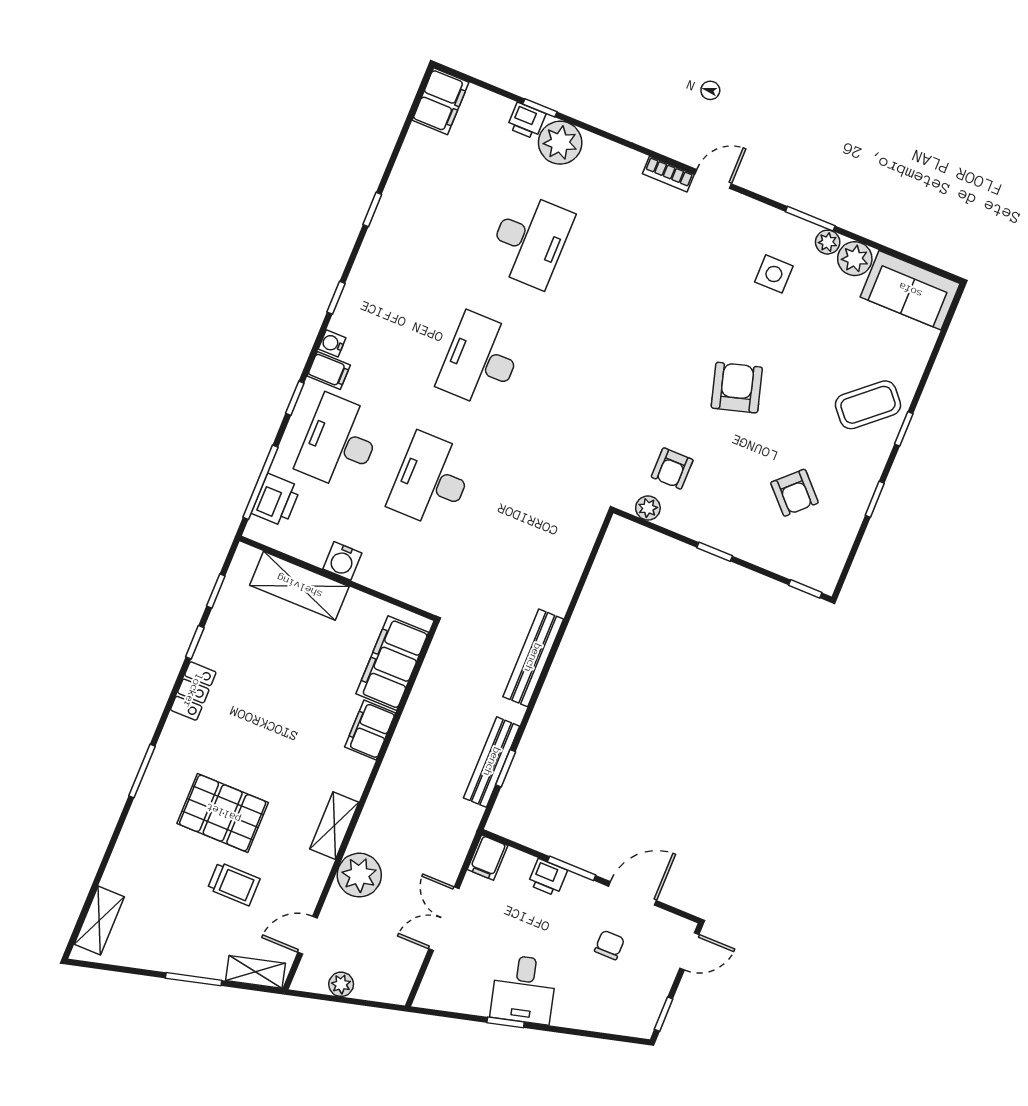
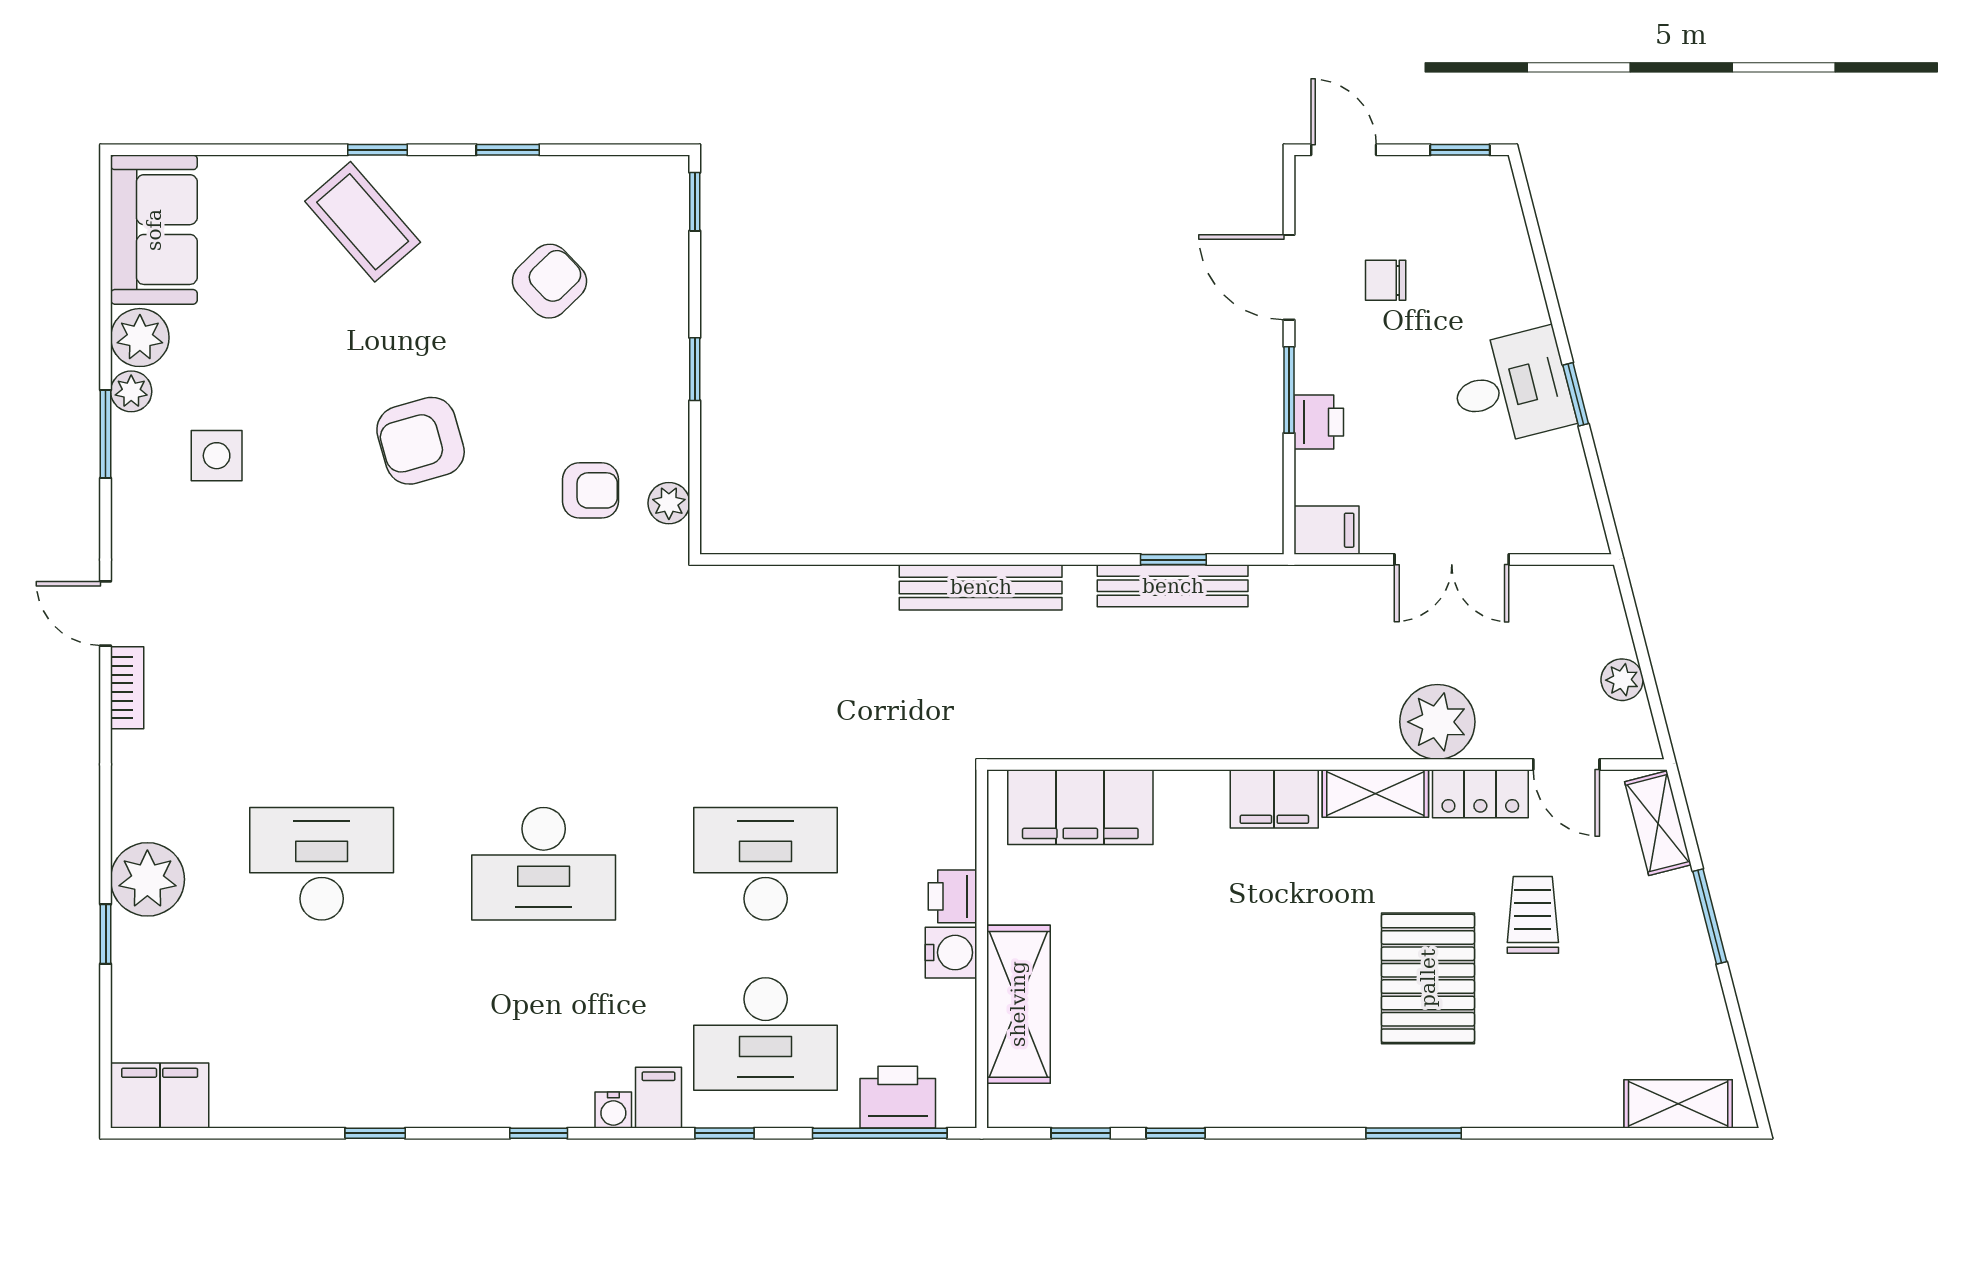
printer: (526, 121) -> (952, 896), moved, turned 180
desk: (431, 480) -> (766, 864), turned 180
locker: (193, 691) -> (1480, 794), moved, turned 180
filing cabinet: (370, 730) -> (1274, 799), moved

